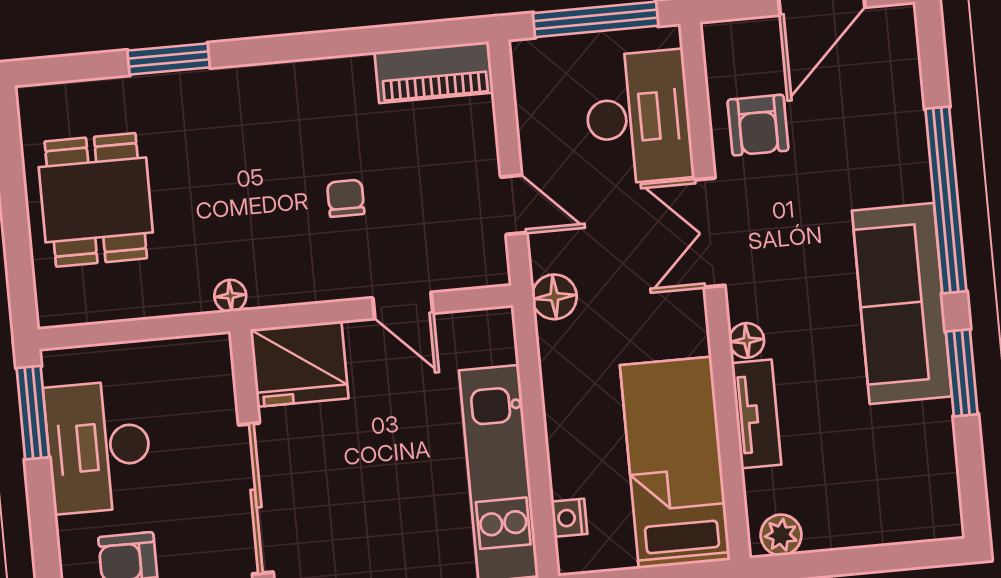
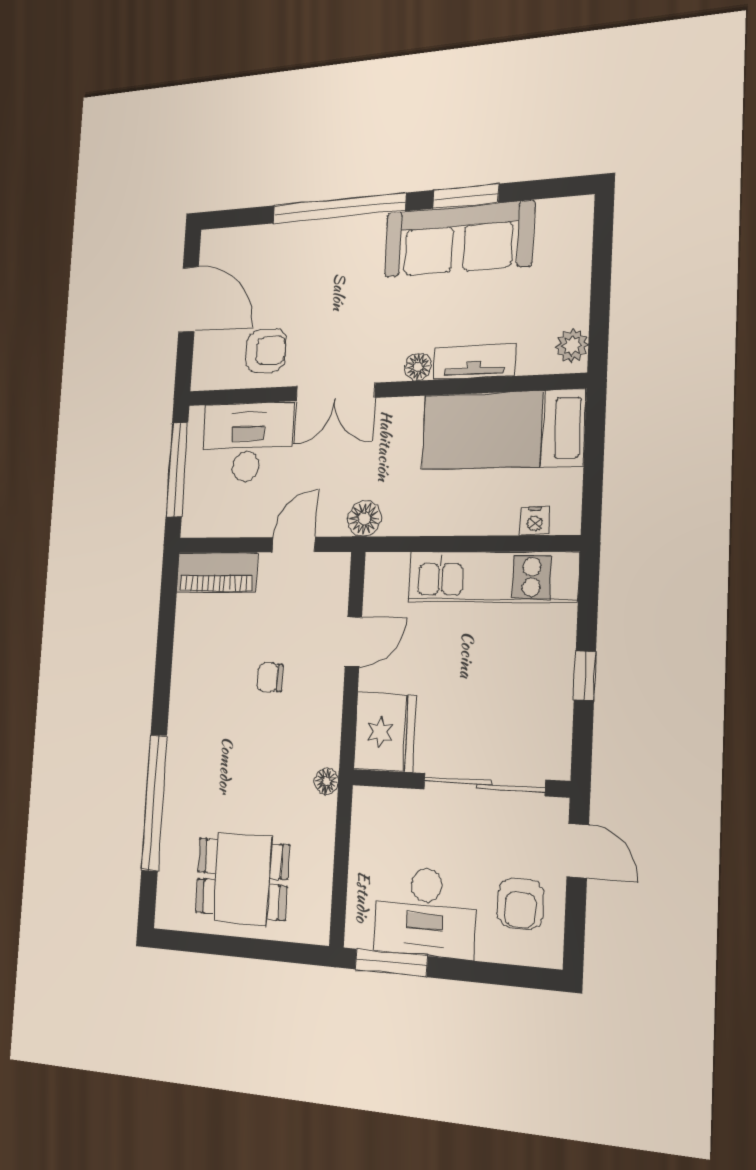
window: (169, 59) -> (154, 803), width x2.11
piano: (434, 72) -> (217, 572), moved, turned 90
sofa: (902, 304) -> (458, 239), moved

